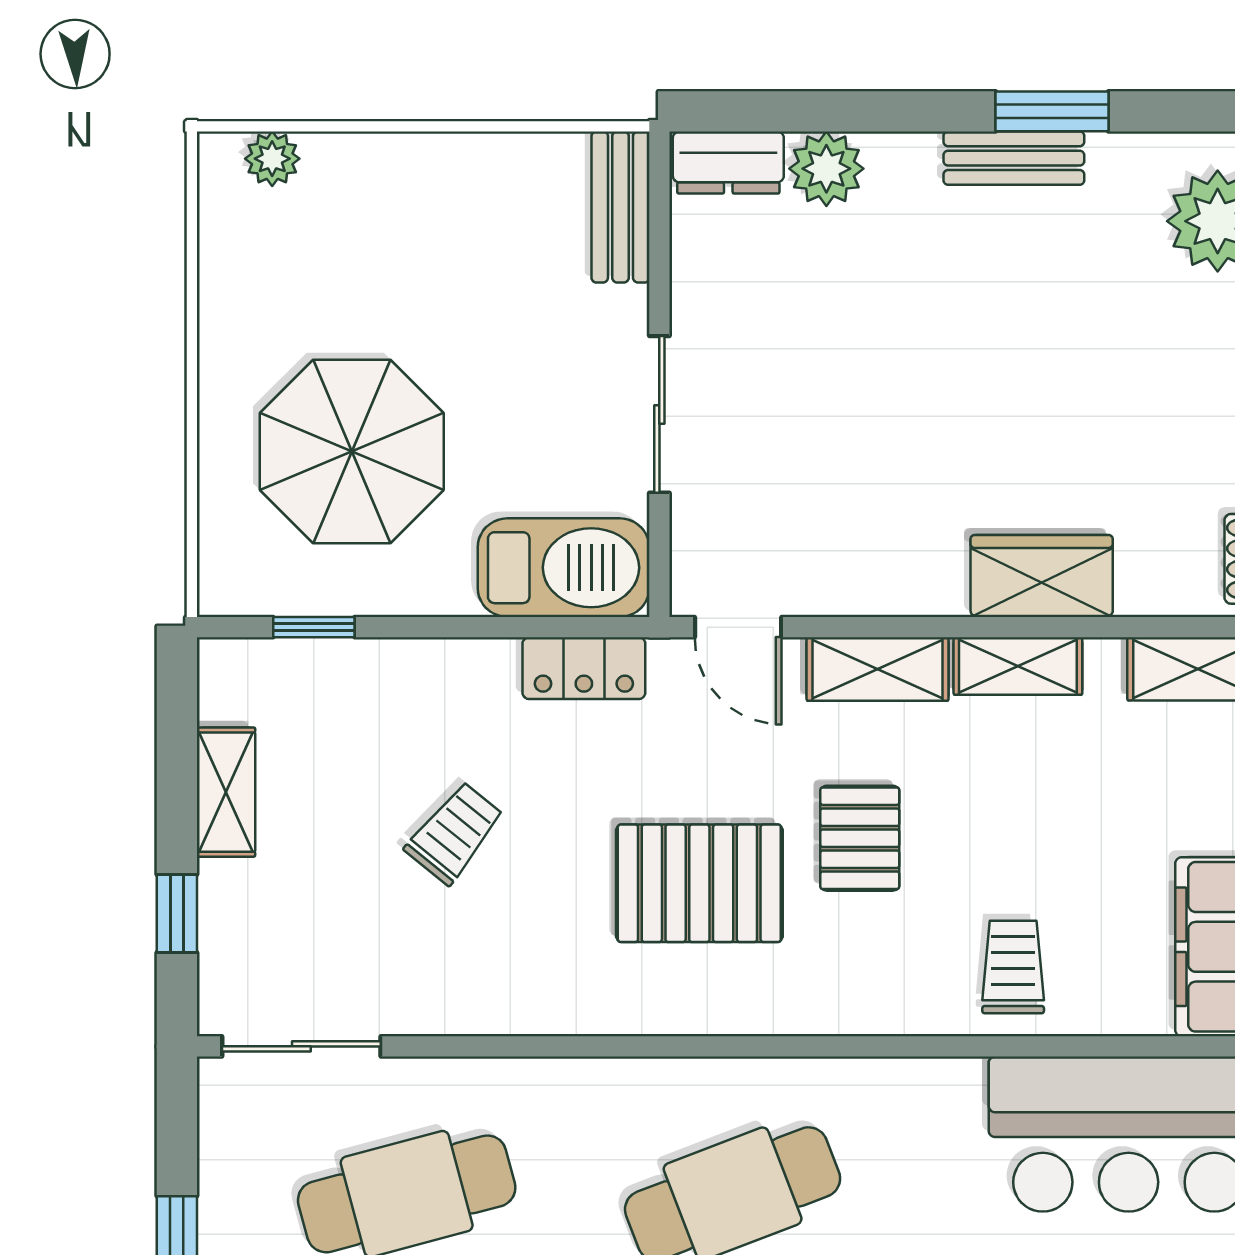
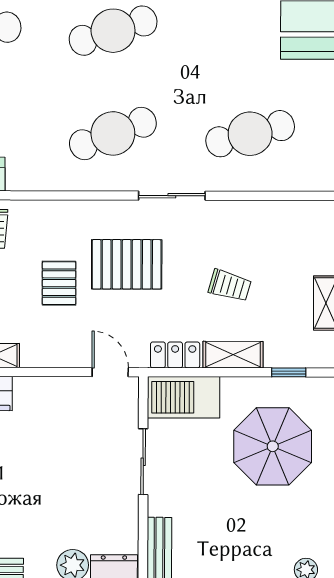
shelving: (878, 669) -> (233, 355), moved
trolley: (454, 833) -> (230, 286), turned -113
sliding door: (301, 1046) -> (172, 196), moved

